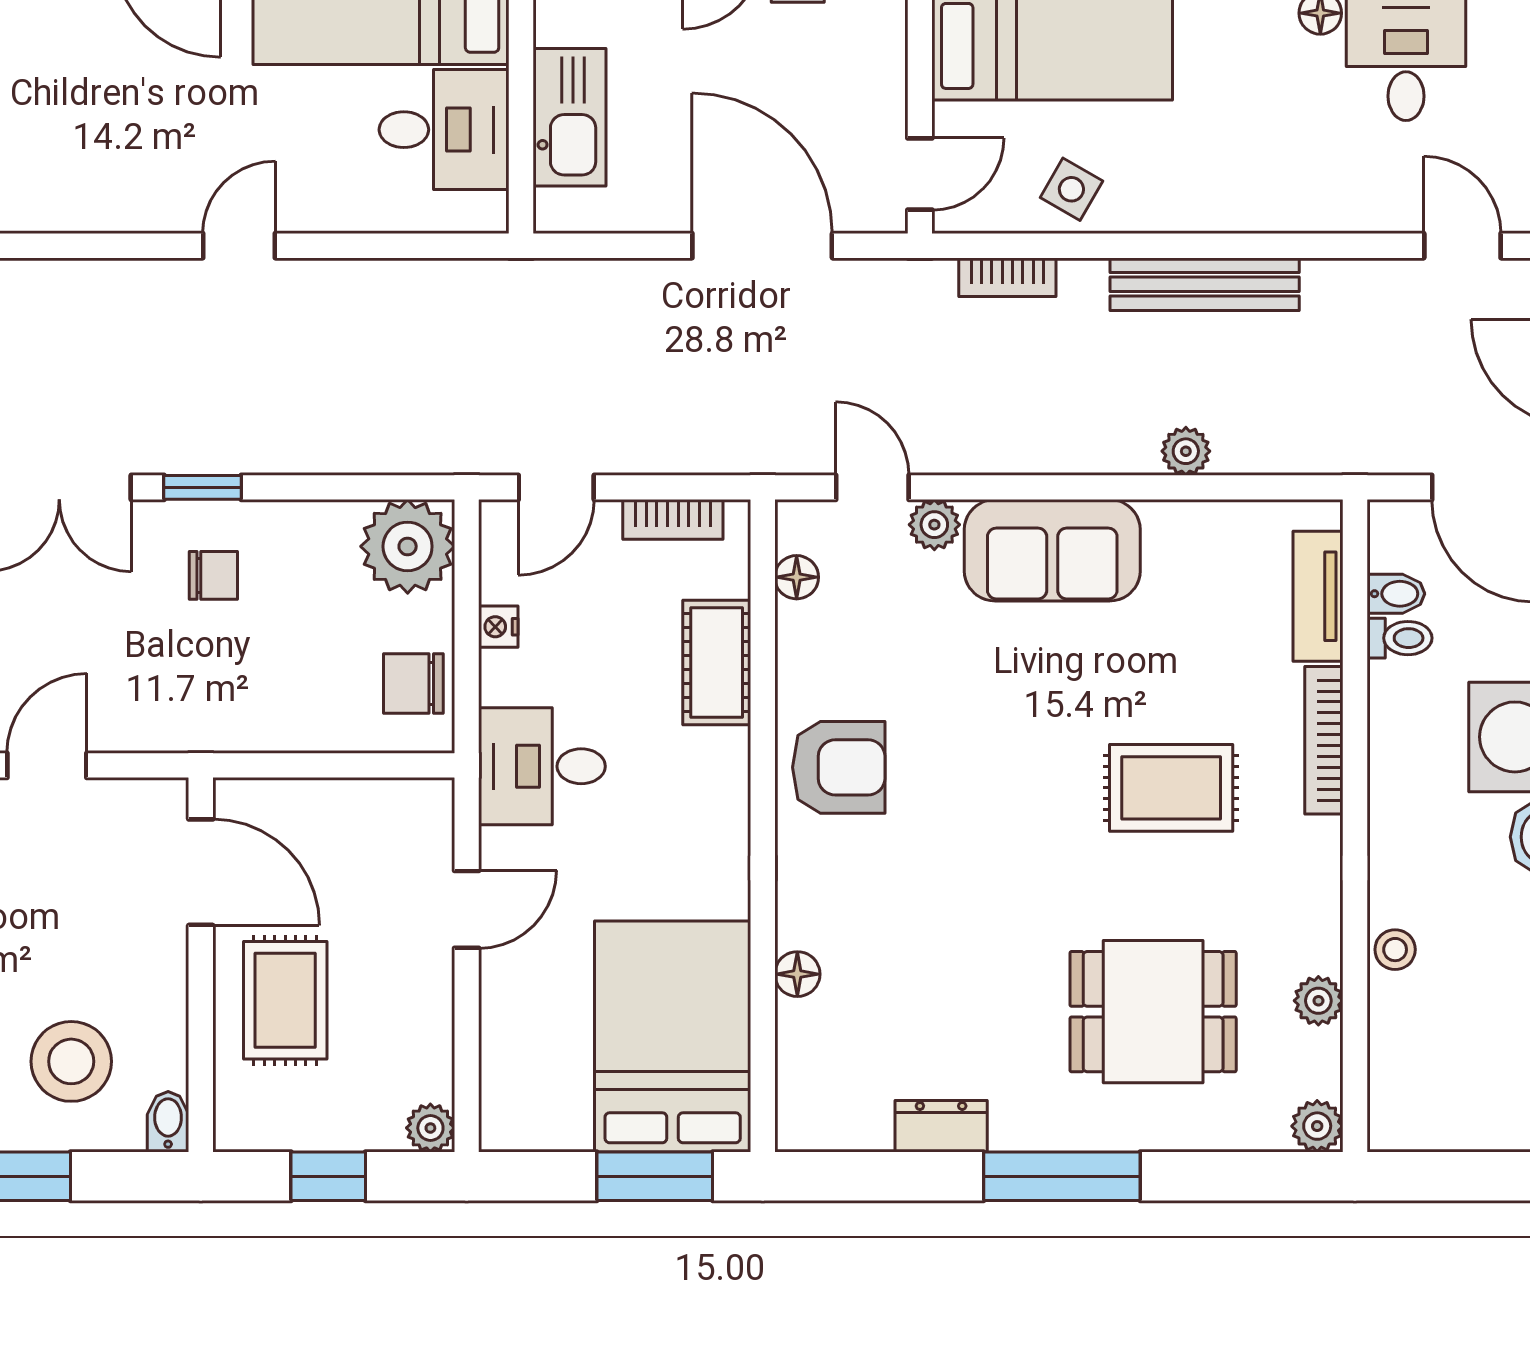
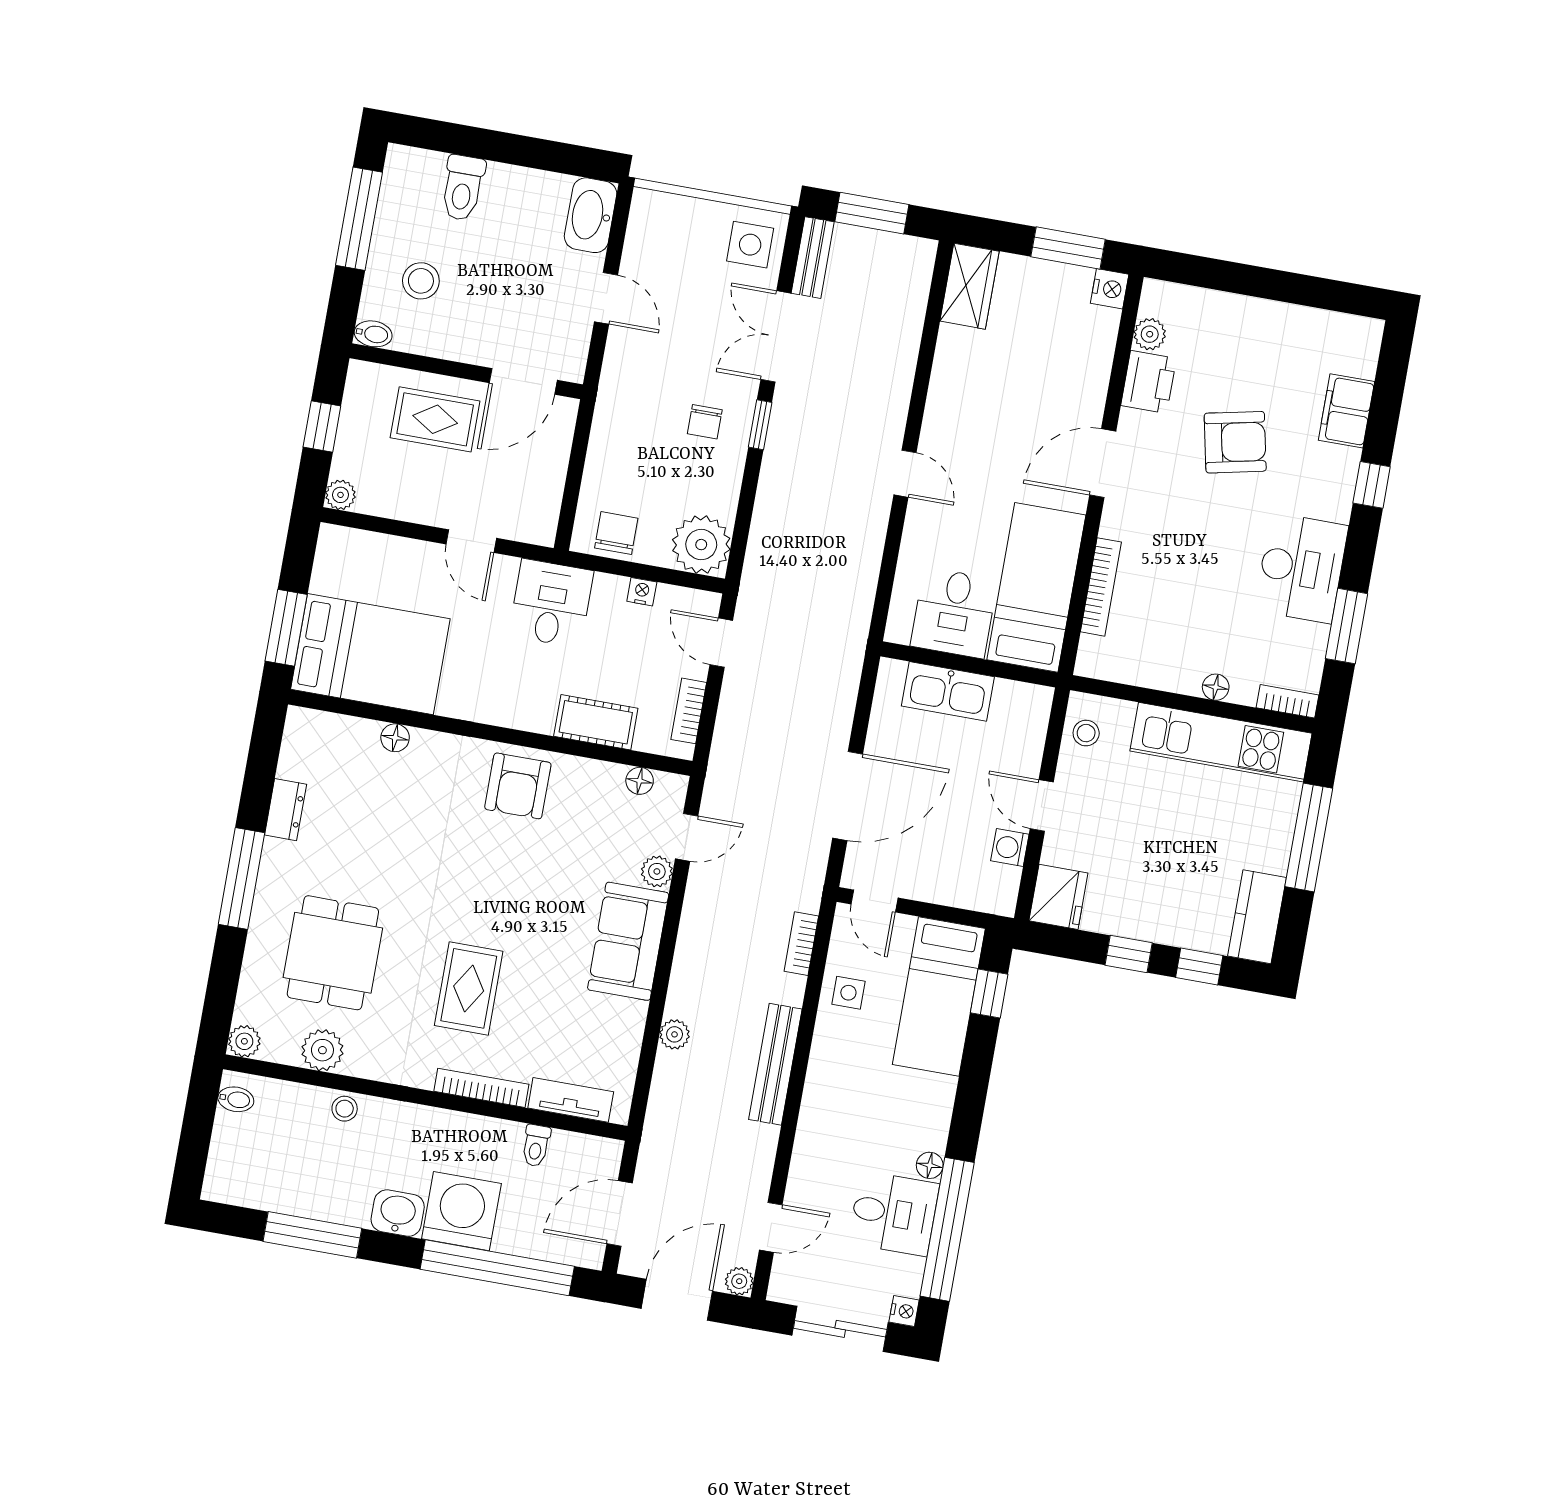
side table: (1071, 189) -> (848, 993), turned -30
bidet: (1396, 594) -> (236, 1099), moved, turned -90
plant: (1318, 1001) -> (322, 1050), width x1.38, depth x1.38
stool: (71, 1061) -> (421, 281), width x0.73, depth x0.73

